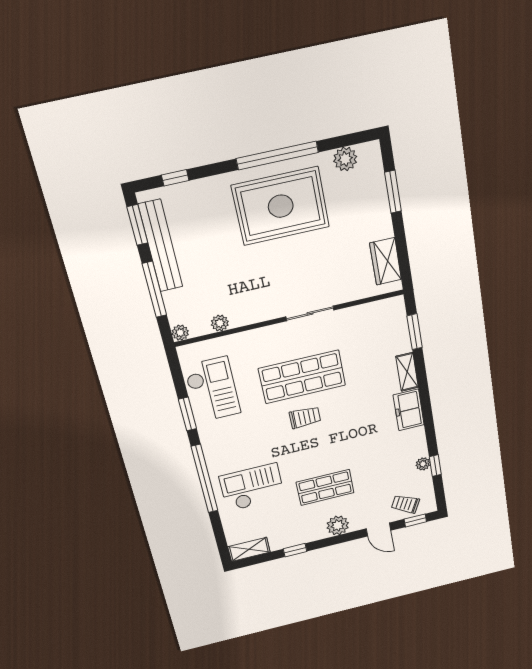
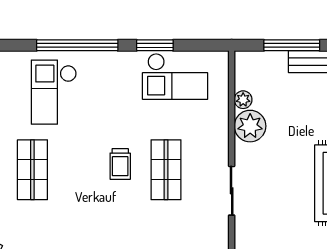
plant: (180, 333) -> (250, 126), moved, width x1.87, depth x1.87
shop shelf: (302, 377) -> (166, 170), width x0.70, depth x0.74
checkout: (252, 487) -> (54, 92), turned 180

